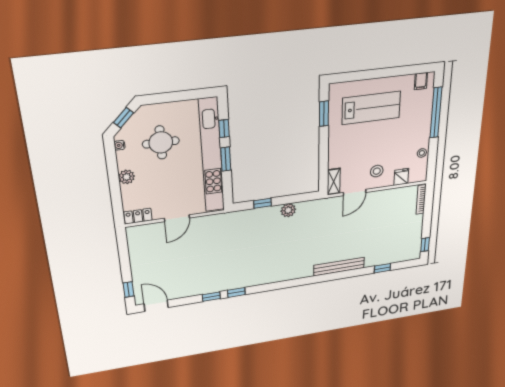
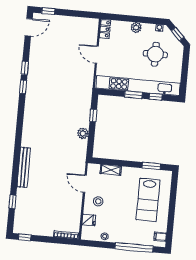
shelving: (334, 182) -> (111, 170), moved

